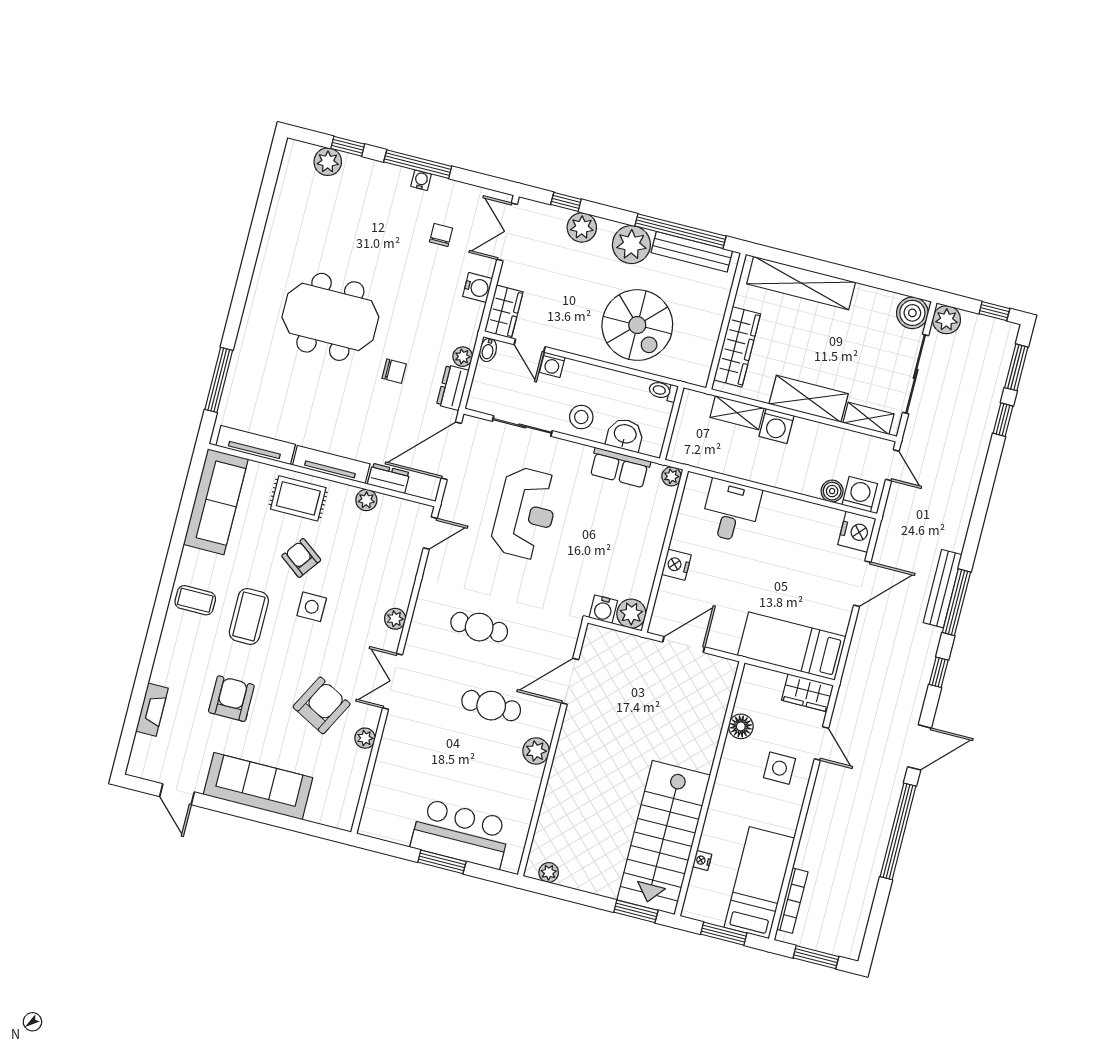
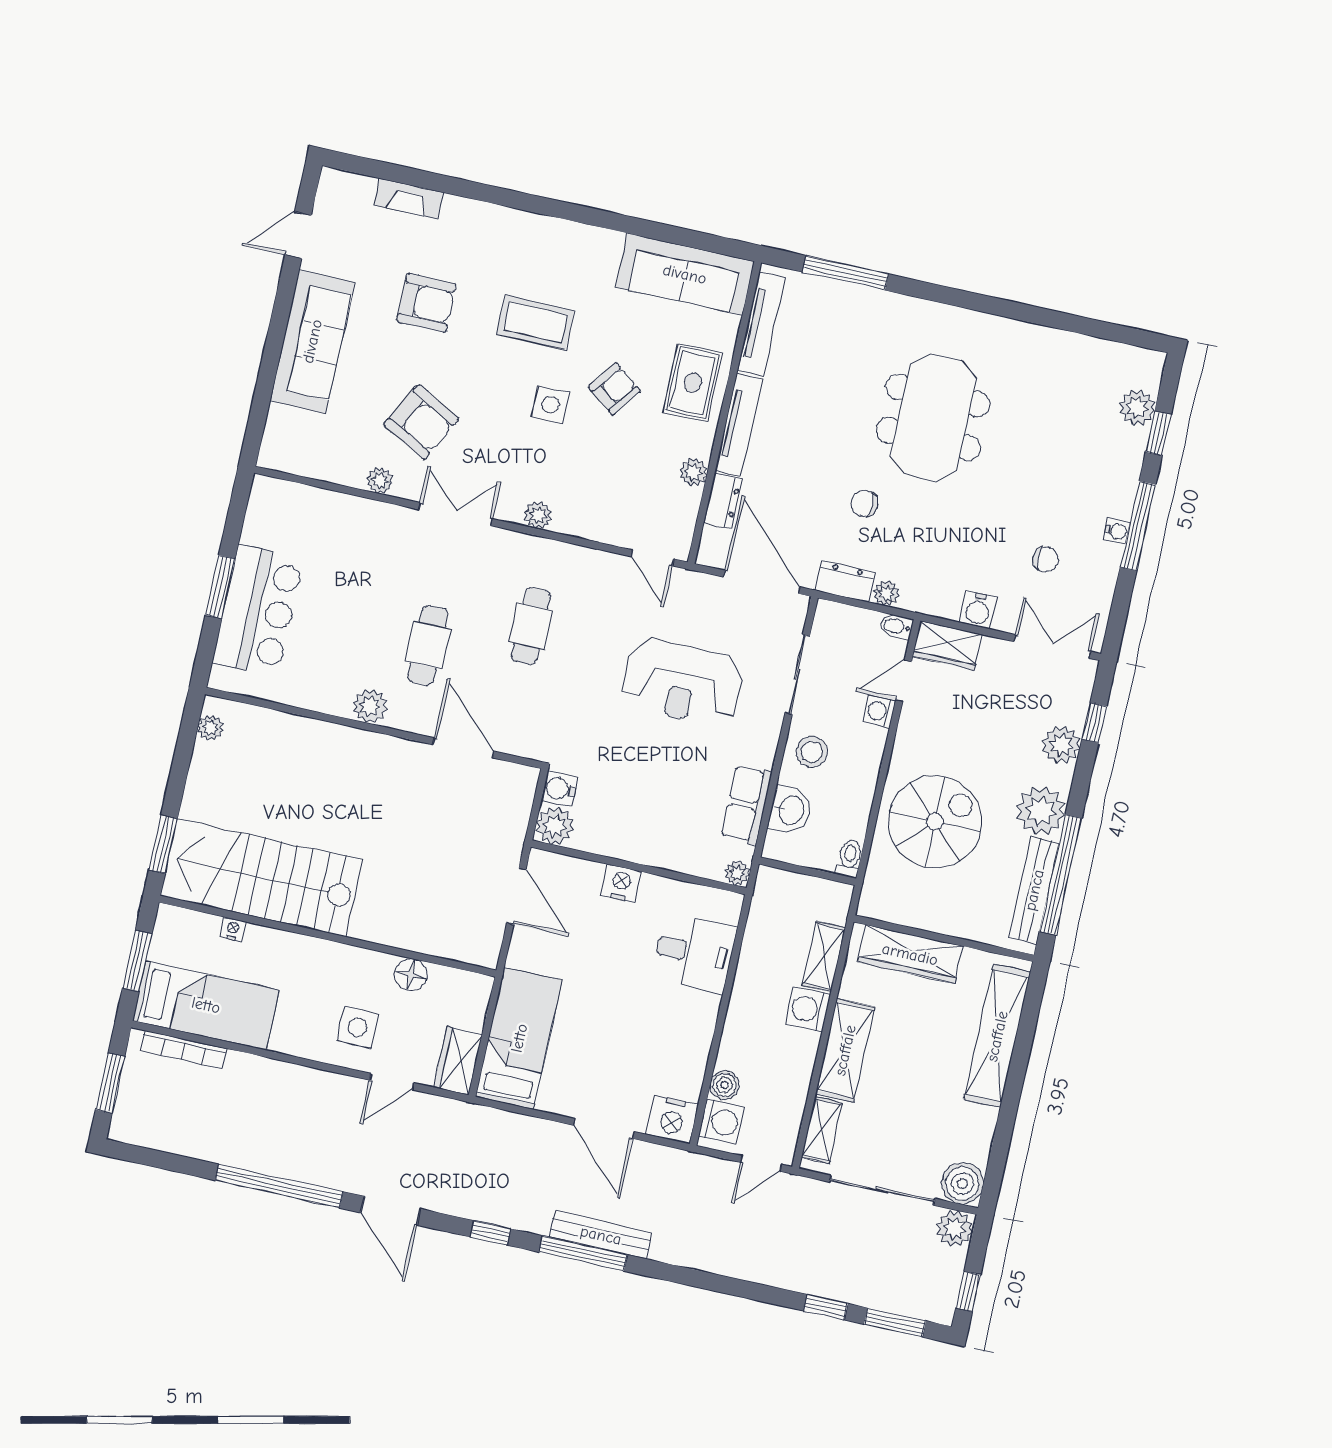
spiral stairs: (637, 325) -> (935, 822), turned 180
chair: (394, 371) -> (864, 503), turned 90
coffee table: (195, 600) -> (554, 251), removed

